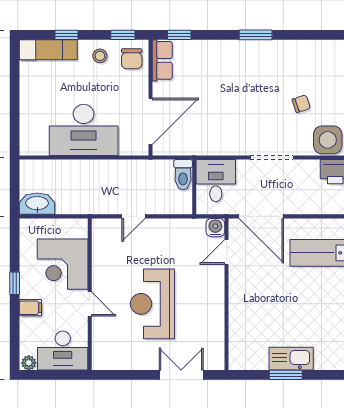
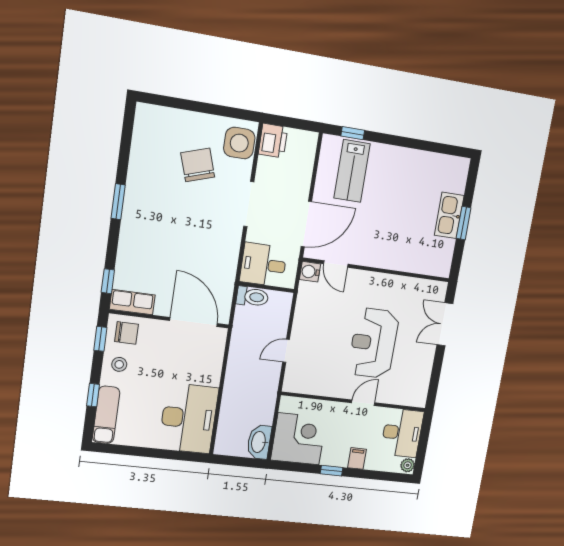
chair: (301, 104) -> (198, 165), width x1.87, depth x1.87
desk: (84, 130) -> (189, 418), moved
door: (134, 216) -> (286, 351), swing flipped
corner desk: (63, 264) -> (299, 439), moved, turned -90
reception desk: (152, 304) -> (373, 343), turned 90

